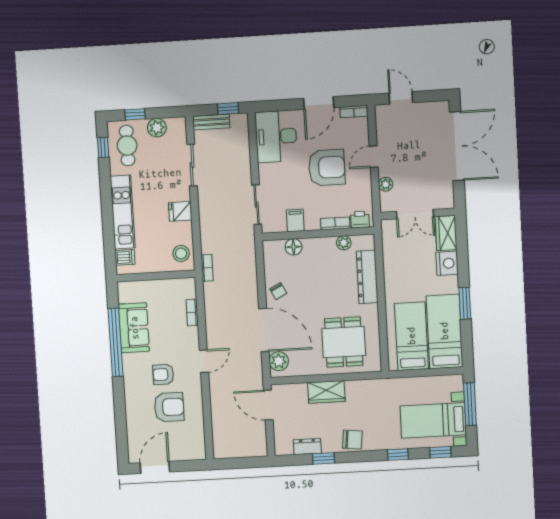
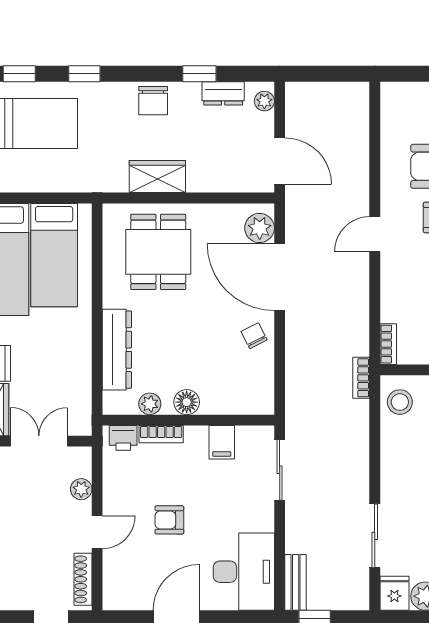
bookcase: (354, 112) -> (123, 602), removed
bench: (211, 122) -> (296, 582), moved, turned 90
shoe rack: (381, 125) -> (83, 579), added
armchair: (327, 168) -> (169, 520), width x0.53, depth x0.53
fridge: (180, 211) -> (394, 593), moved, turned -90
floor lamp: (294, 247) -> (187, 402), moved
bookcase: (192, 313) -> (388, 344), moved
wardrobe: (326, 392) -> (157, 176), moved
chair: (352, 440) -> (153, 101), turned -96
plant: (280, 443) -> (264, 101), added

